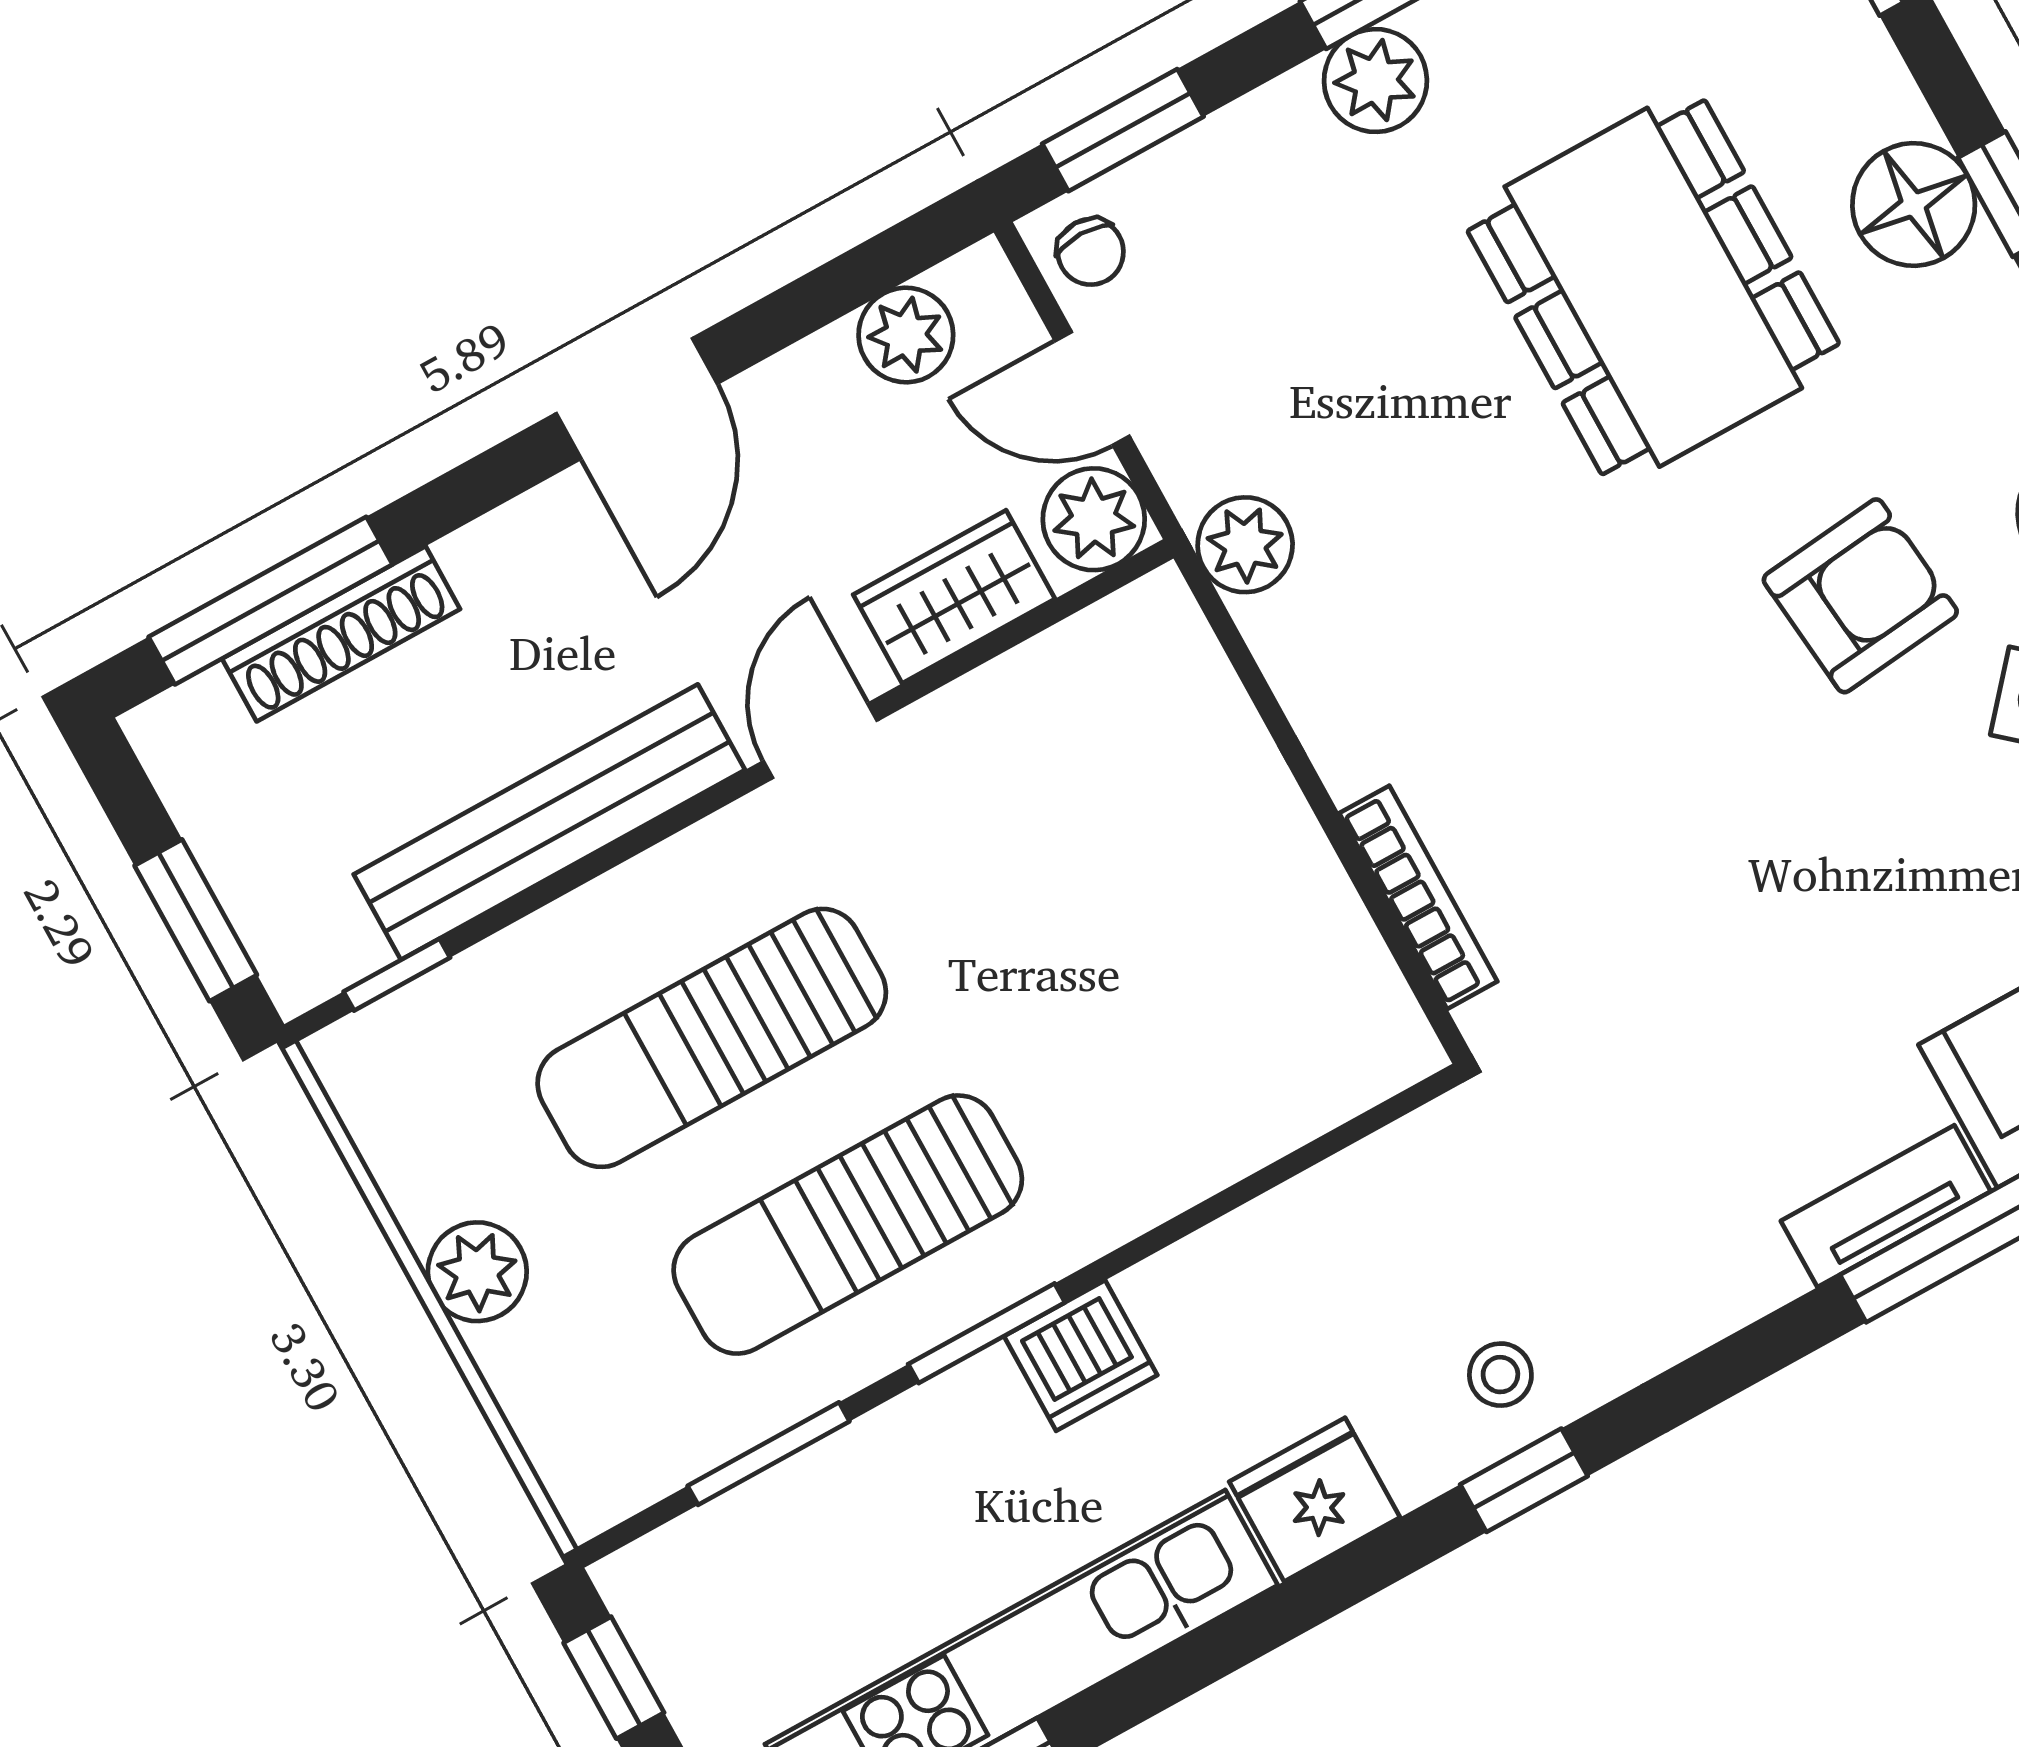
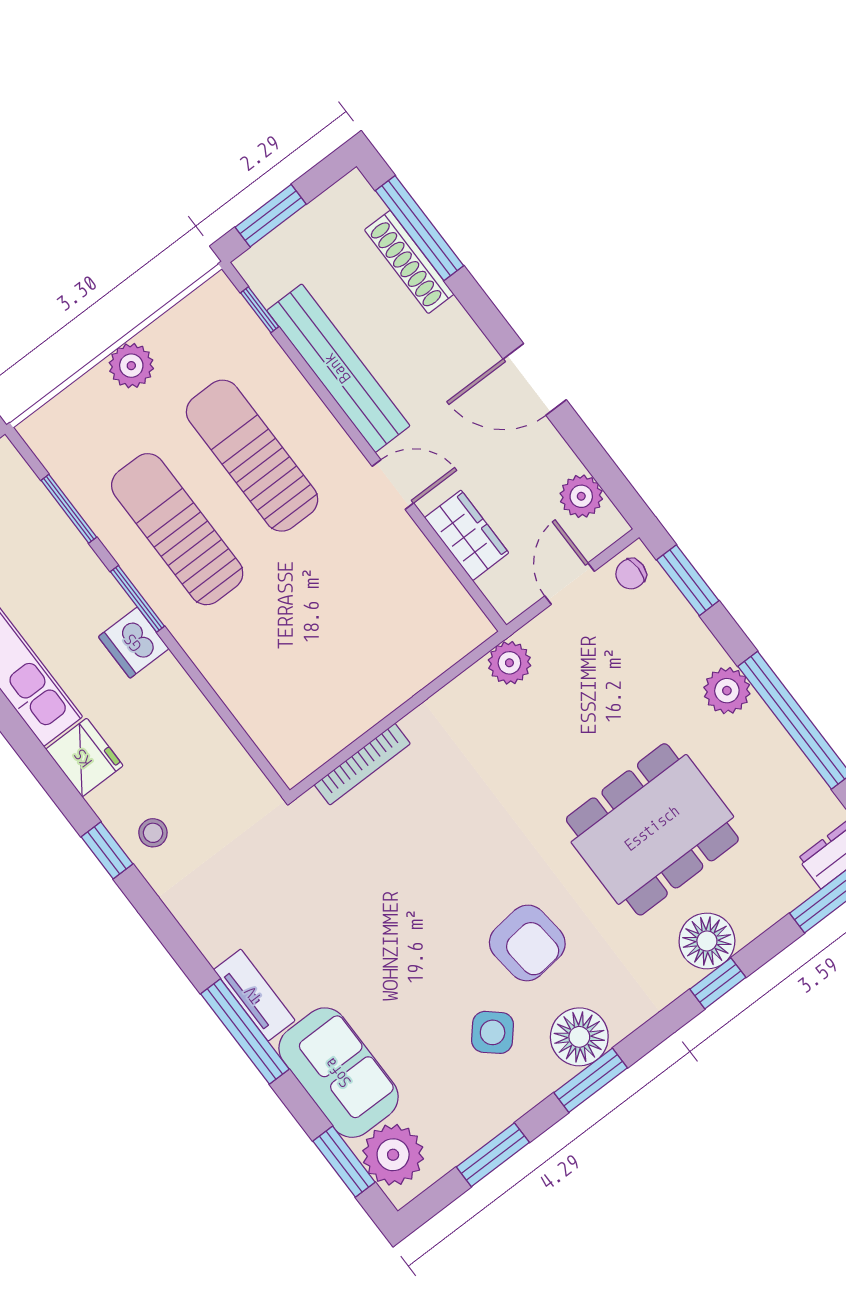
plant: (1094, 519) -> (511, 593), removed

